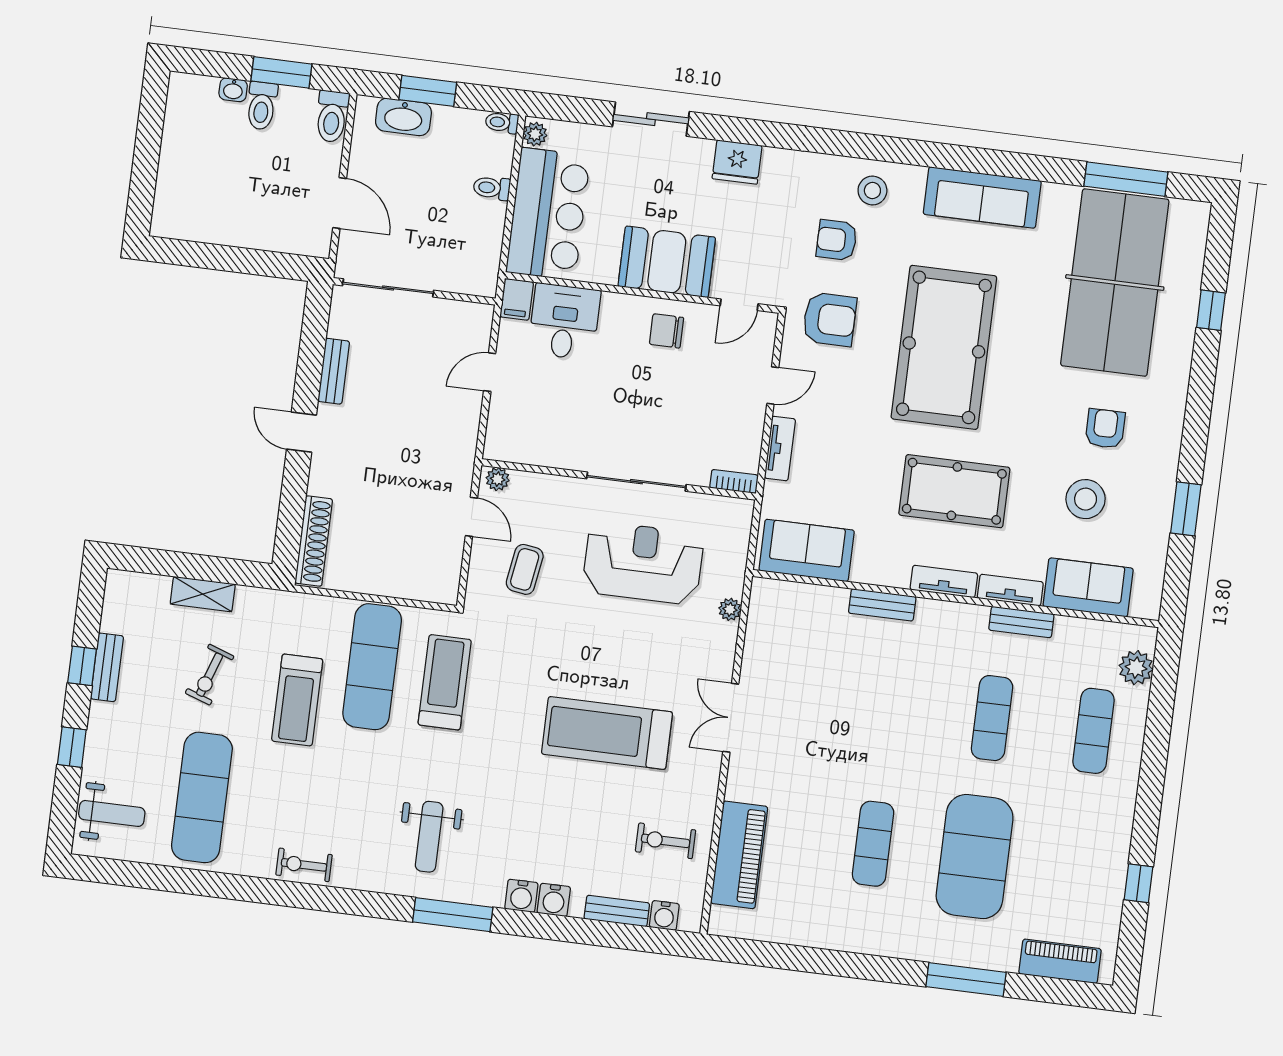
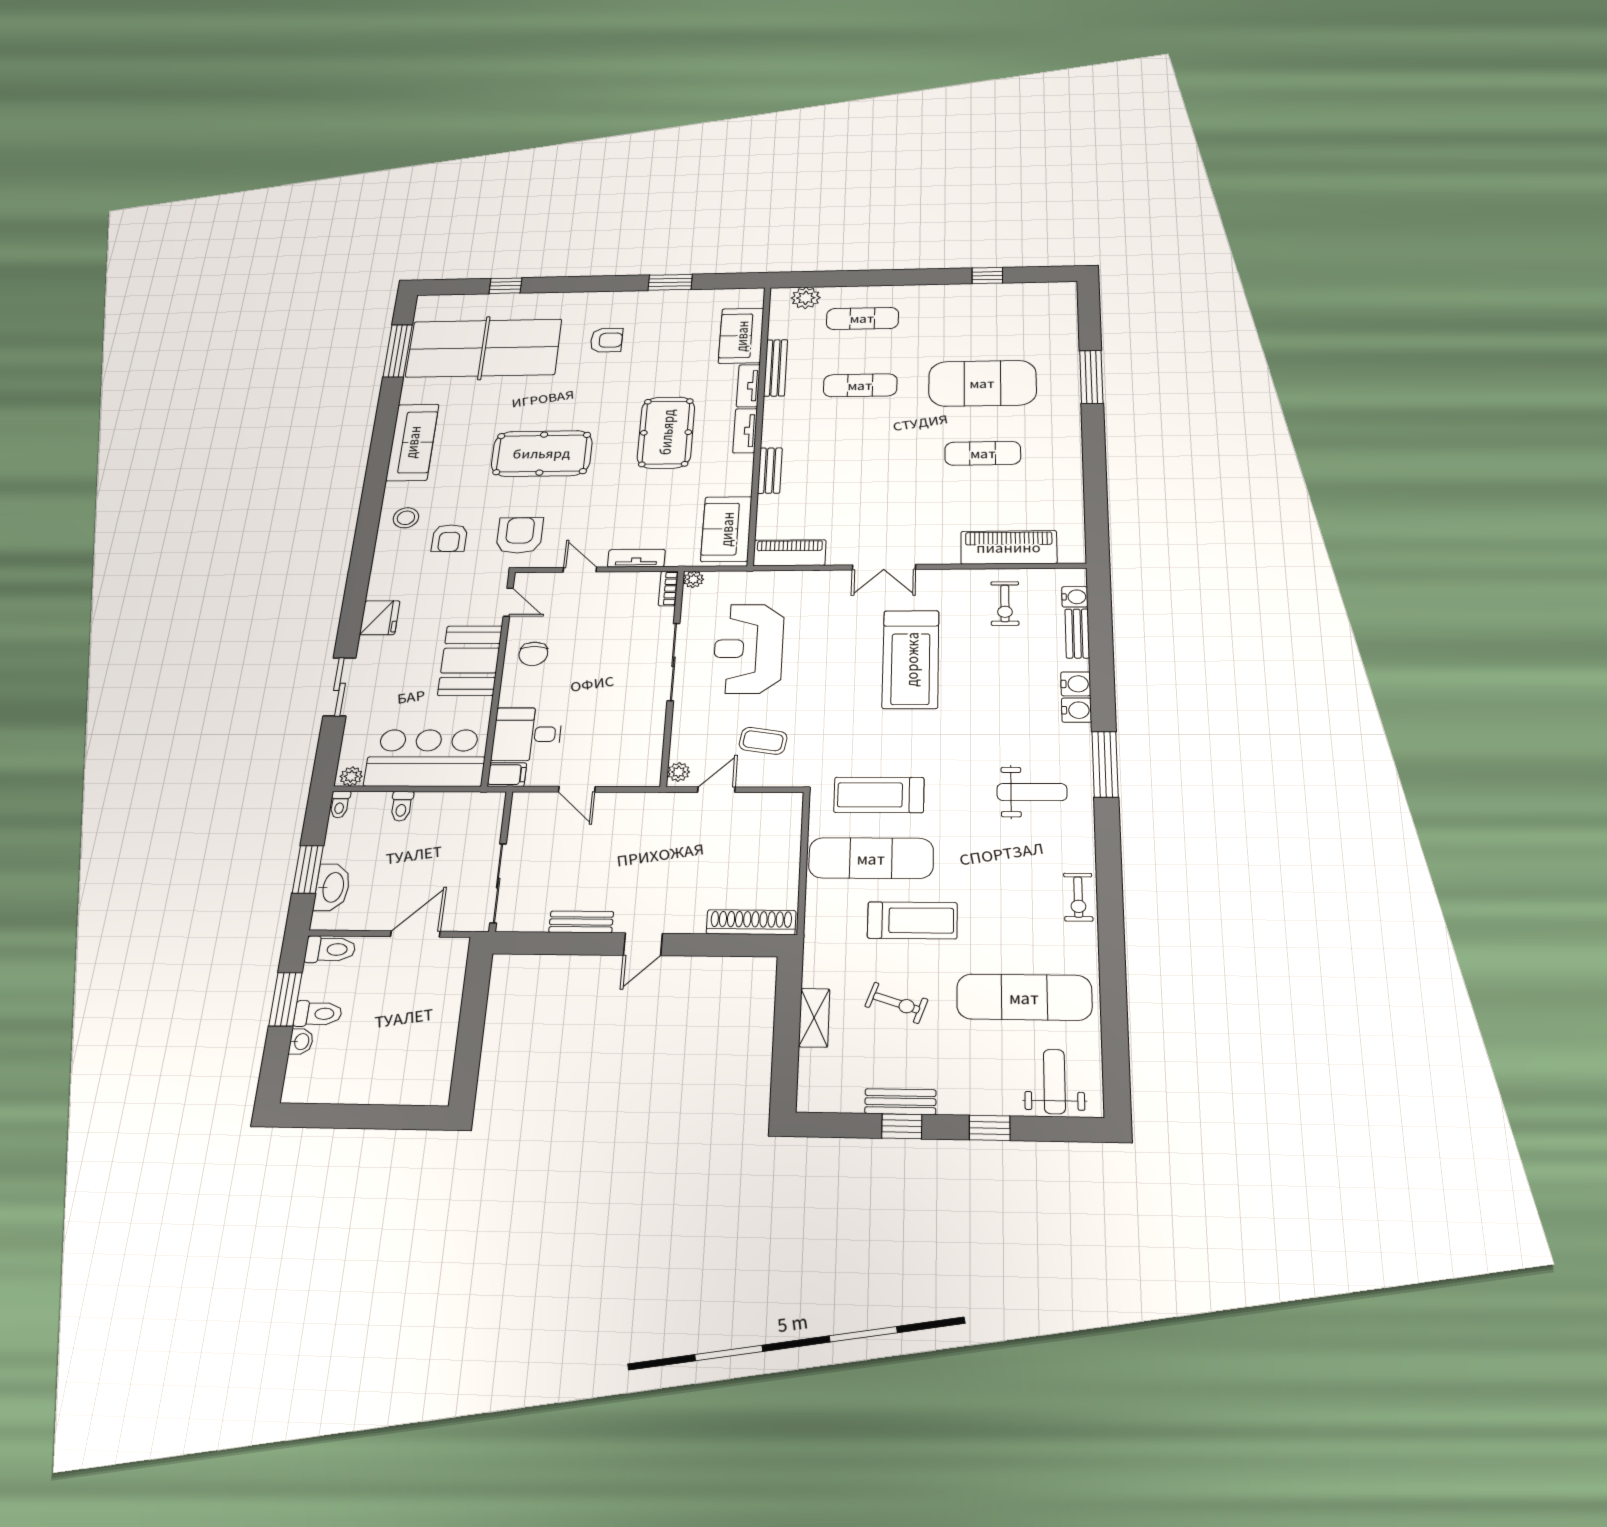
pool table: (944, 347) -> (542, 453), width x0.73, depth x0.76
armchair: (1105, 429) -> (606, 340), turned 180
stool: (1086, 499) -> (667, 346), removed
plant: (730, 609) -> (693, 579), moved
bench: (1021, 622) -> (776, 368), width x1.36
piano: (1060, 961) -> (789, 553), moved, turned 90

